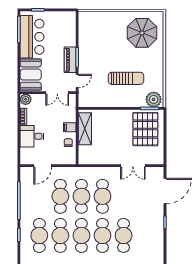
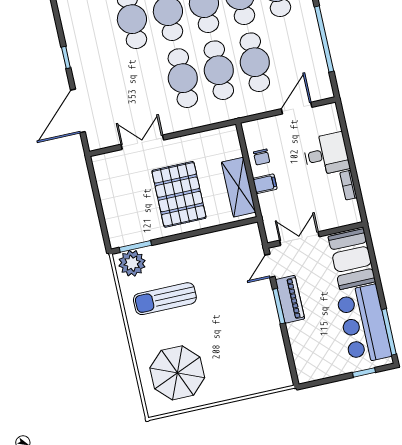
sun lounger: (126, 78) -> (165, 299), moved
plant: (26, 99) -> (351, 215), removed
pallet: (145, 129) -> (179, 194), moved

